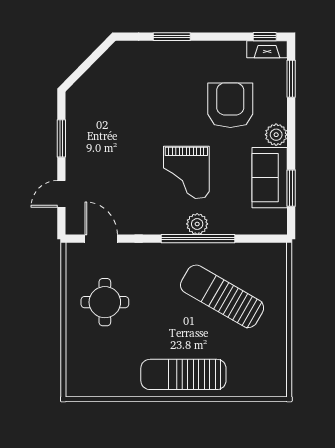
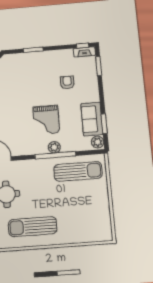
armchair: (230, 105) -> (67, 82), width x0.53, depth x0.53
plant: (276, 135) -> (98, 142), moved
sun lounger: (222, 296) -> (78, 171), moved, turned 150
sun lounger: (183, 374) -> (33, 227), moved

